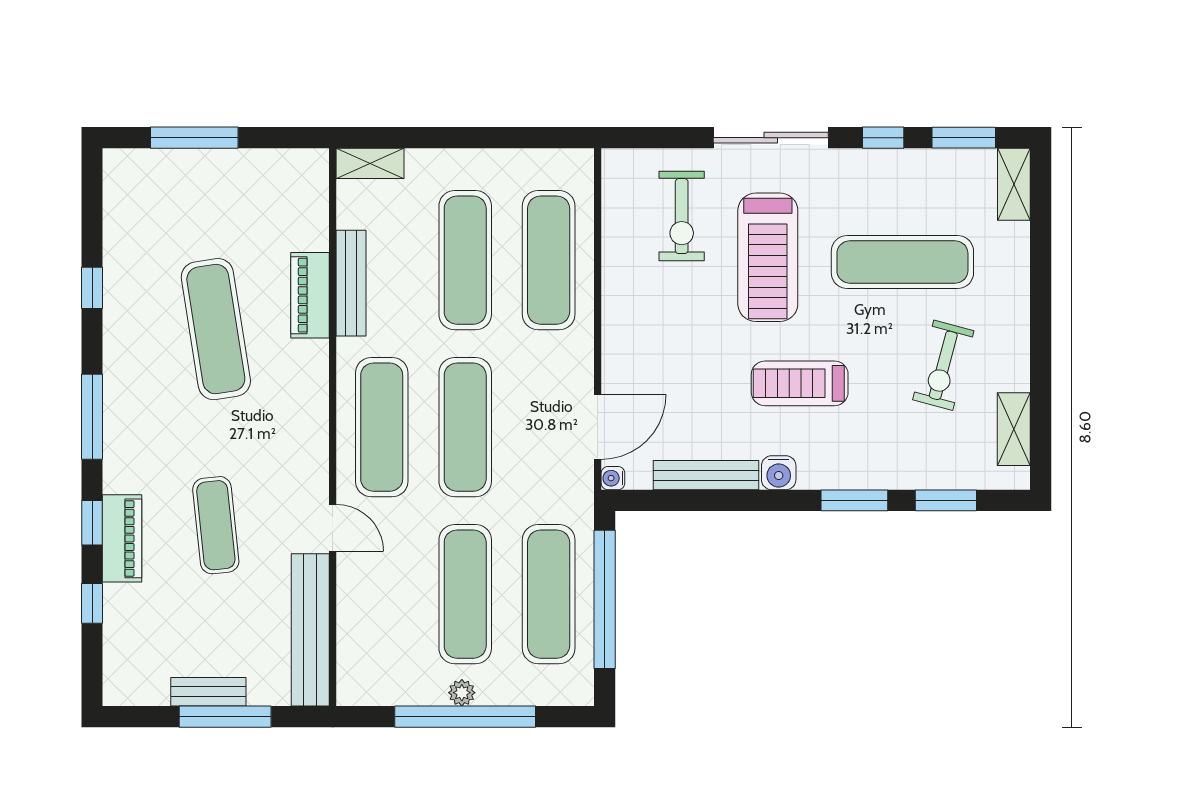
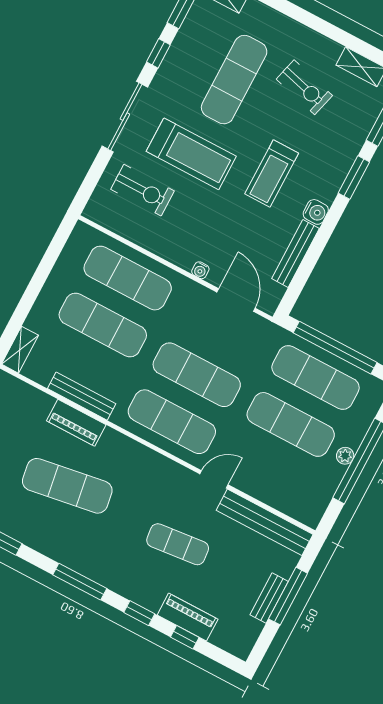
water cooler: (613, 478) -> (200, 270), moved
piano: (122, 538) -> (188, 617), moved

